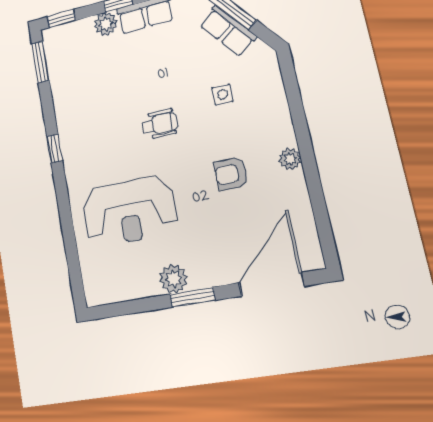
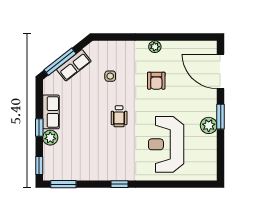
wheelchair: (160, 124) -> (119, 116), turned 180
reception desk: (129, 211) -> (166, 144), turned 180

